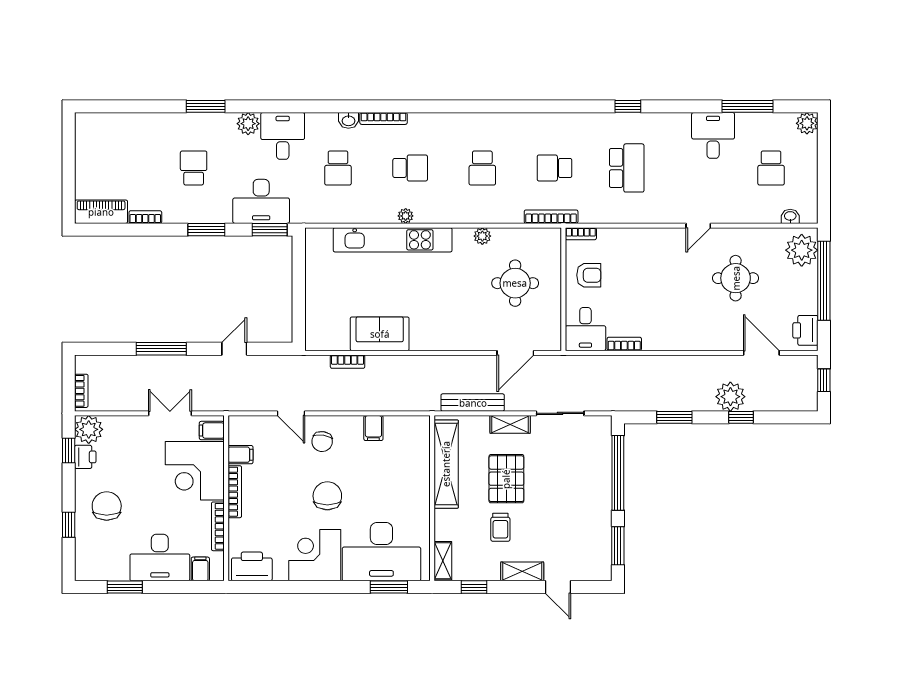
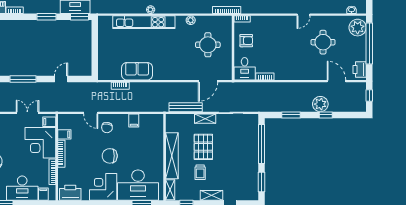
shelving: (446, 464) -> (172, 156), moved
chair: (327, 496) -> (110, 156), turned -90

